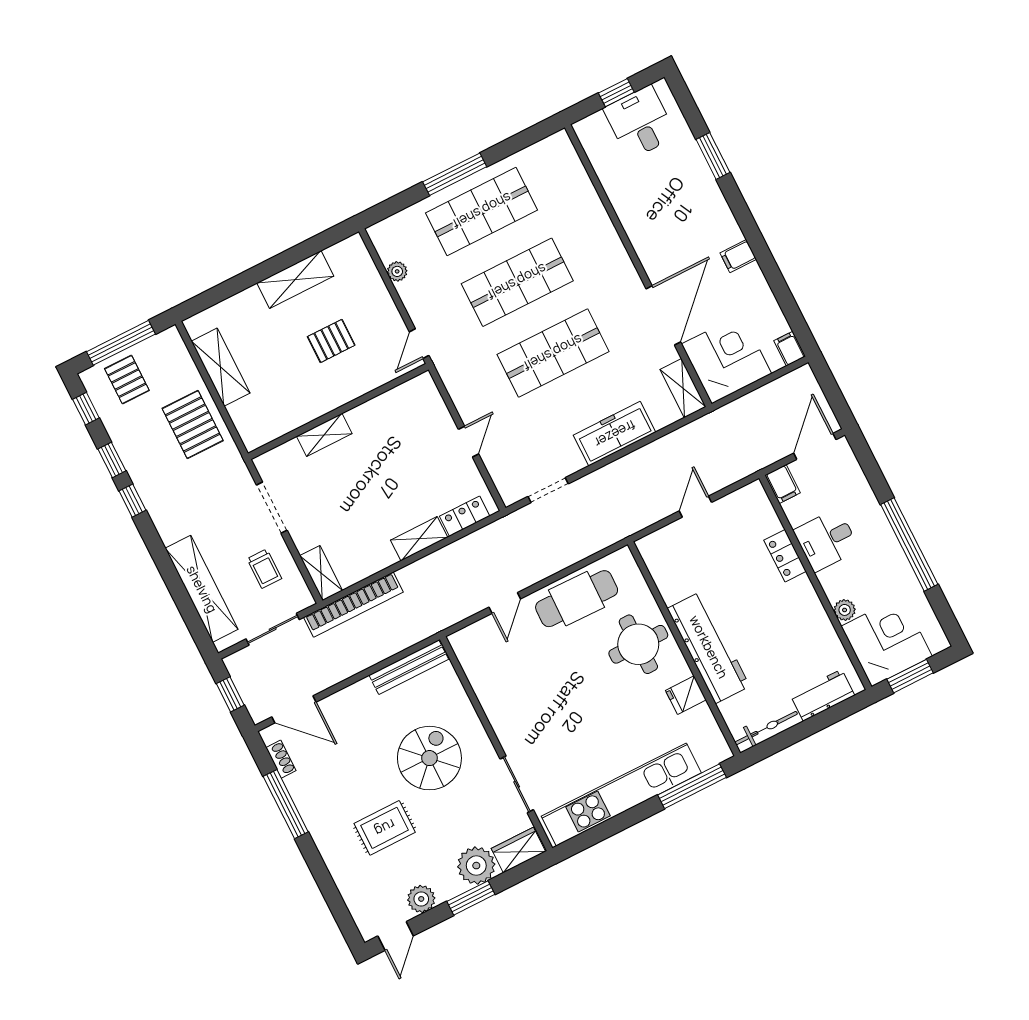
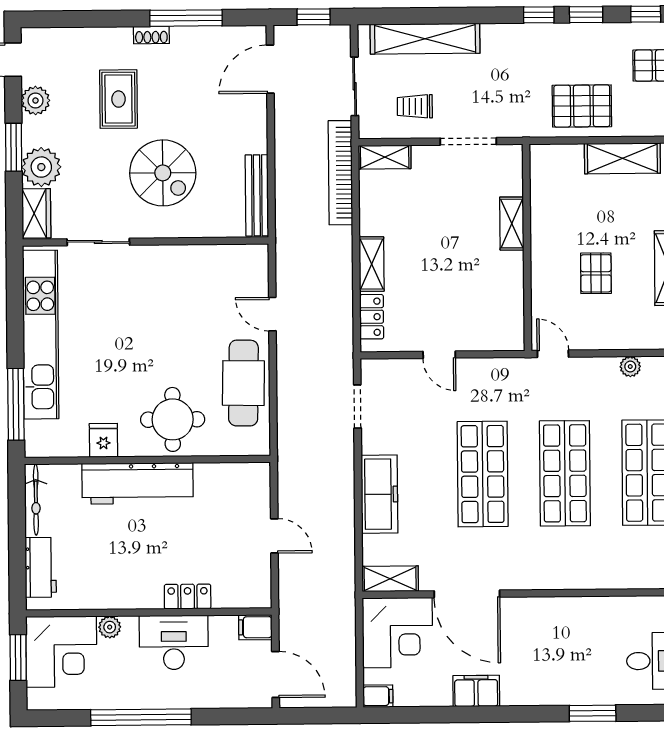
filing cabinet: (738, 256) -> (476, 691), width x2.00
desk: (826, 540) -> (174, 642), width x1.37
shoe rack: (281, 759) -> (151, 35), moved

